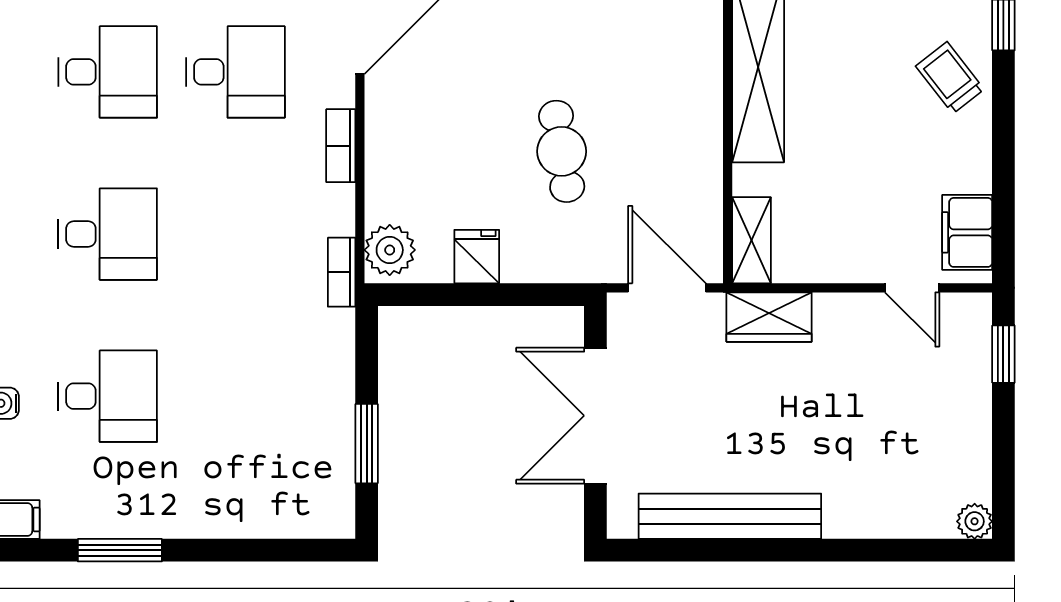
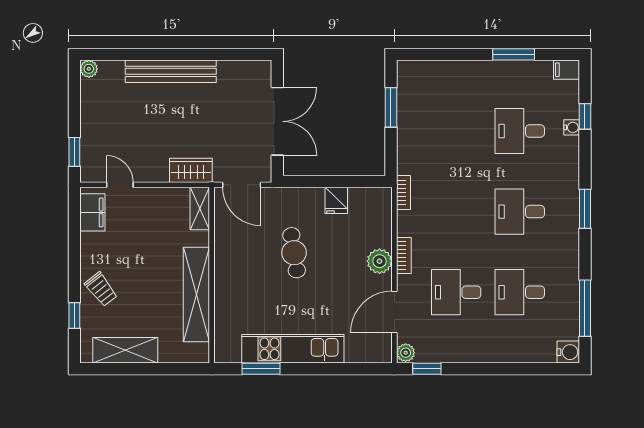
plant: (390, 250) -> (380, 261), moved
bench: (730, 516) -> (171, 71), moved

